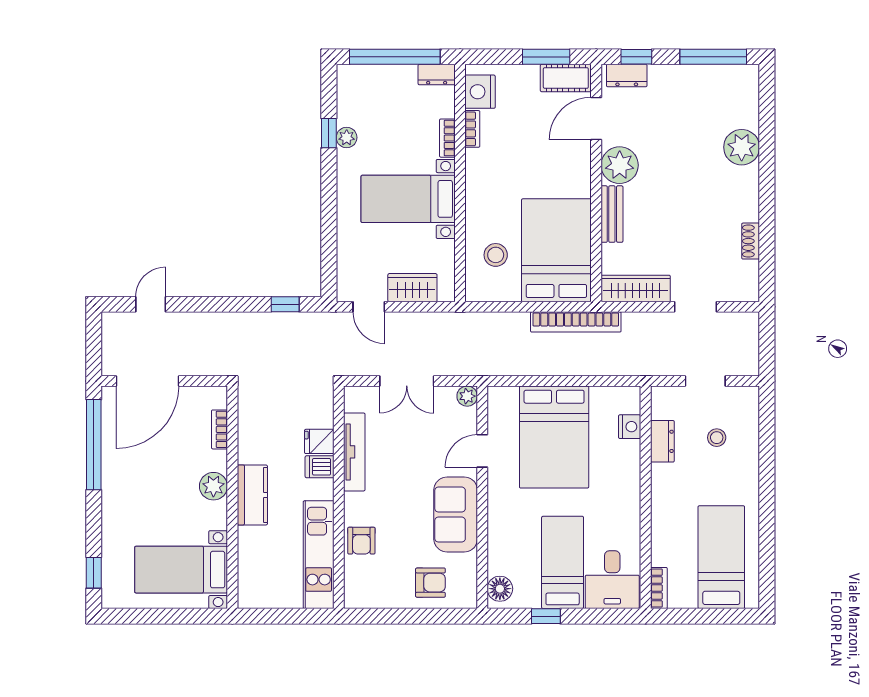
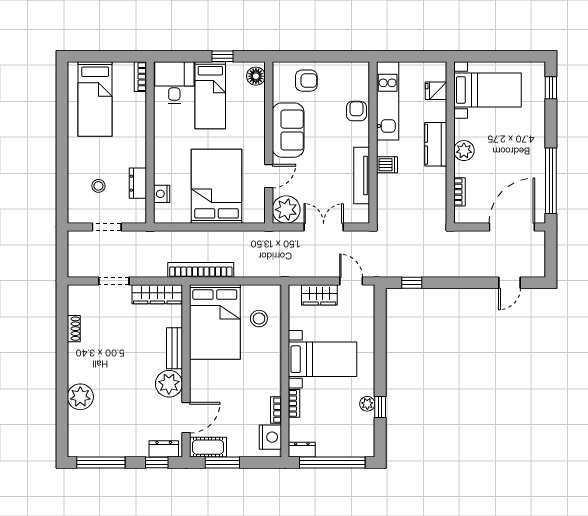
plant: (467, 396) -> (286, 210), width x1.88, depth x1.88
fridge: (319, 441) -> (436, 91), moved, turned 180
armchair: (430, 583) -> (306, 81), turned 180

